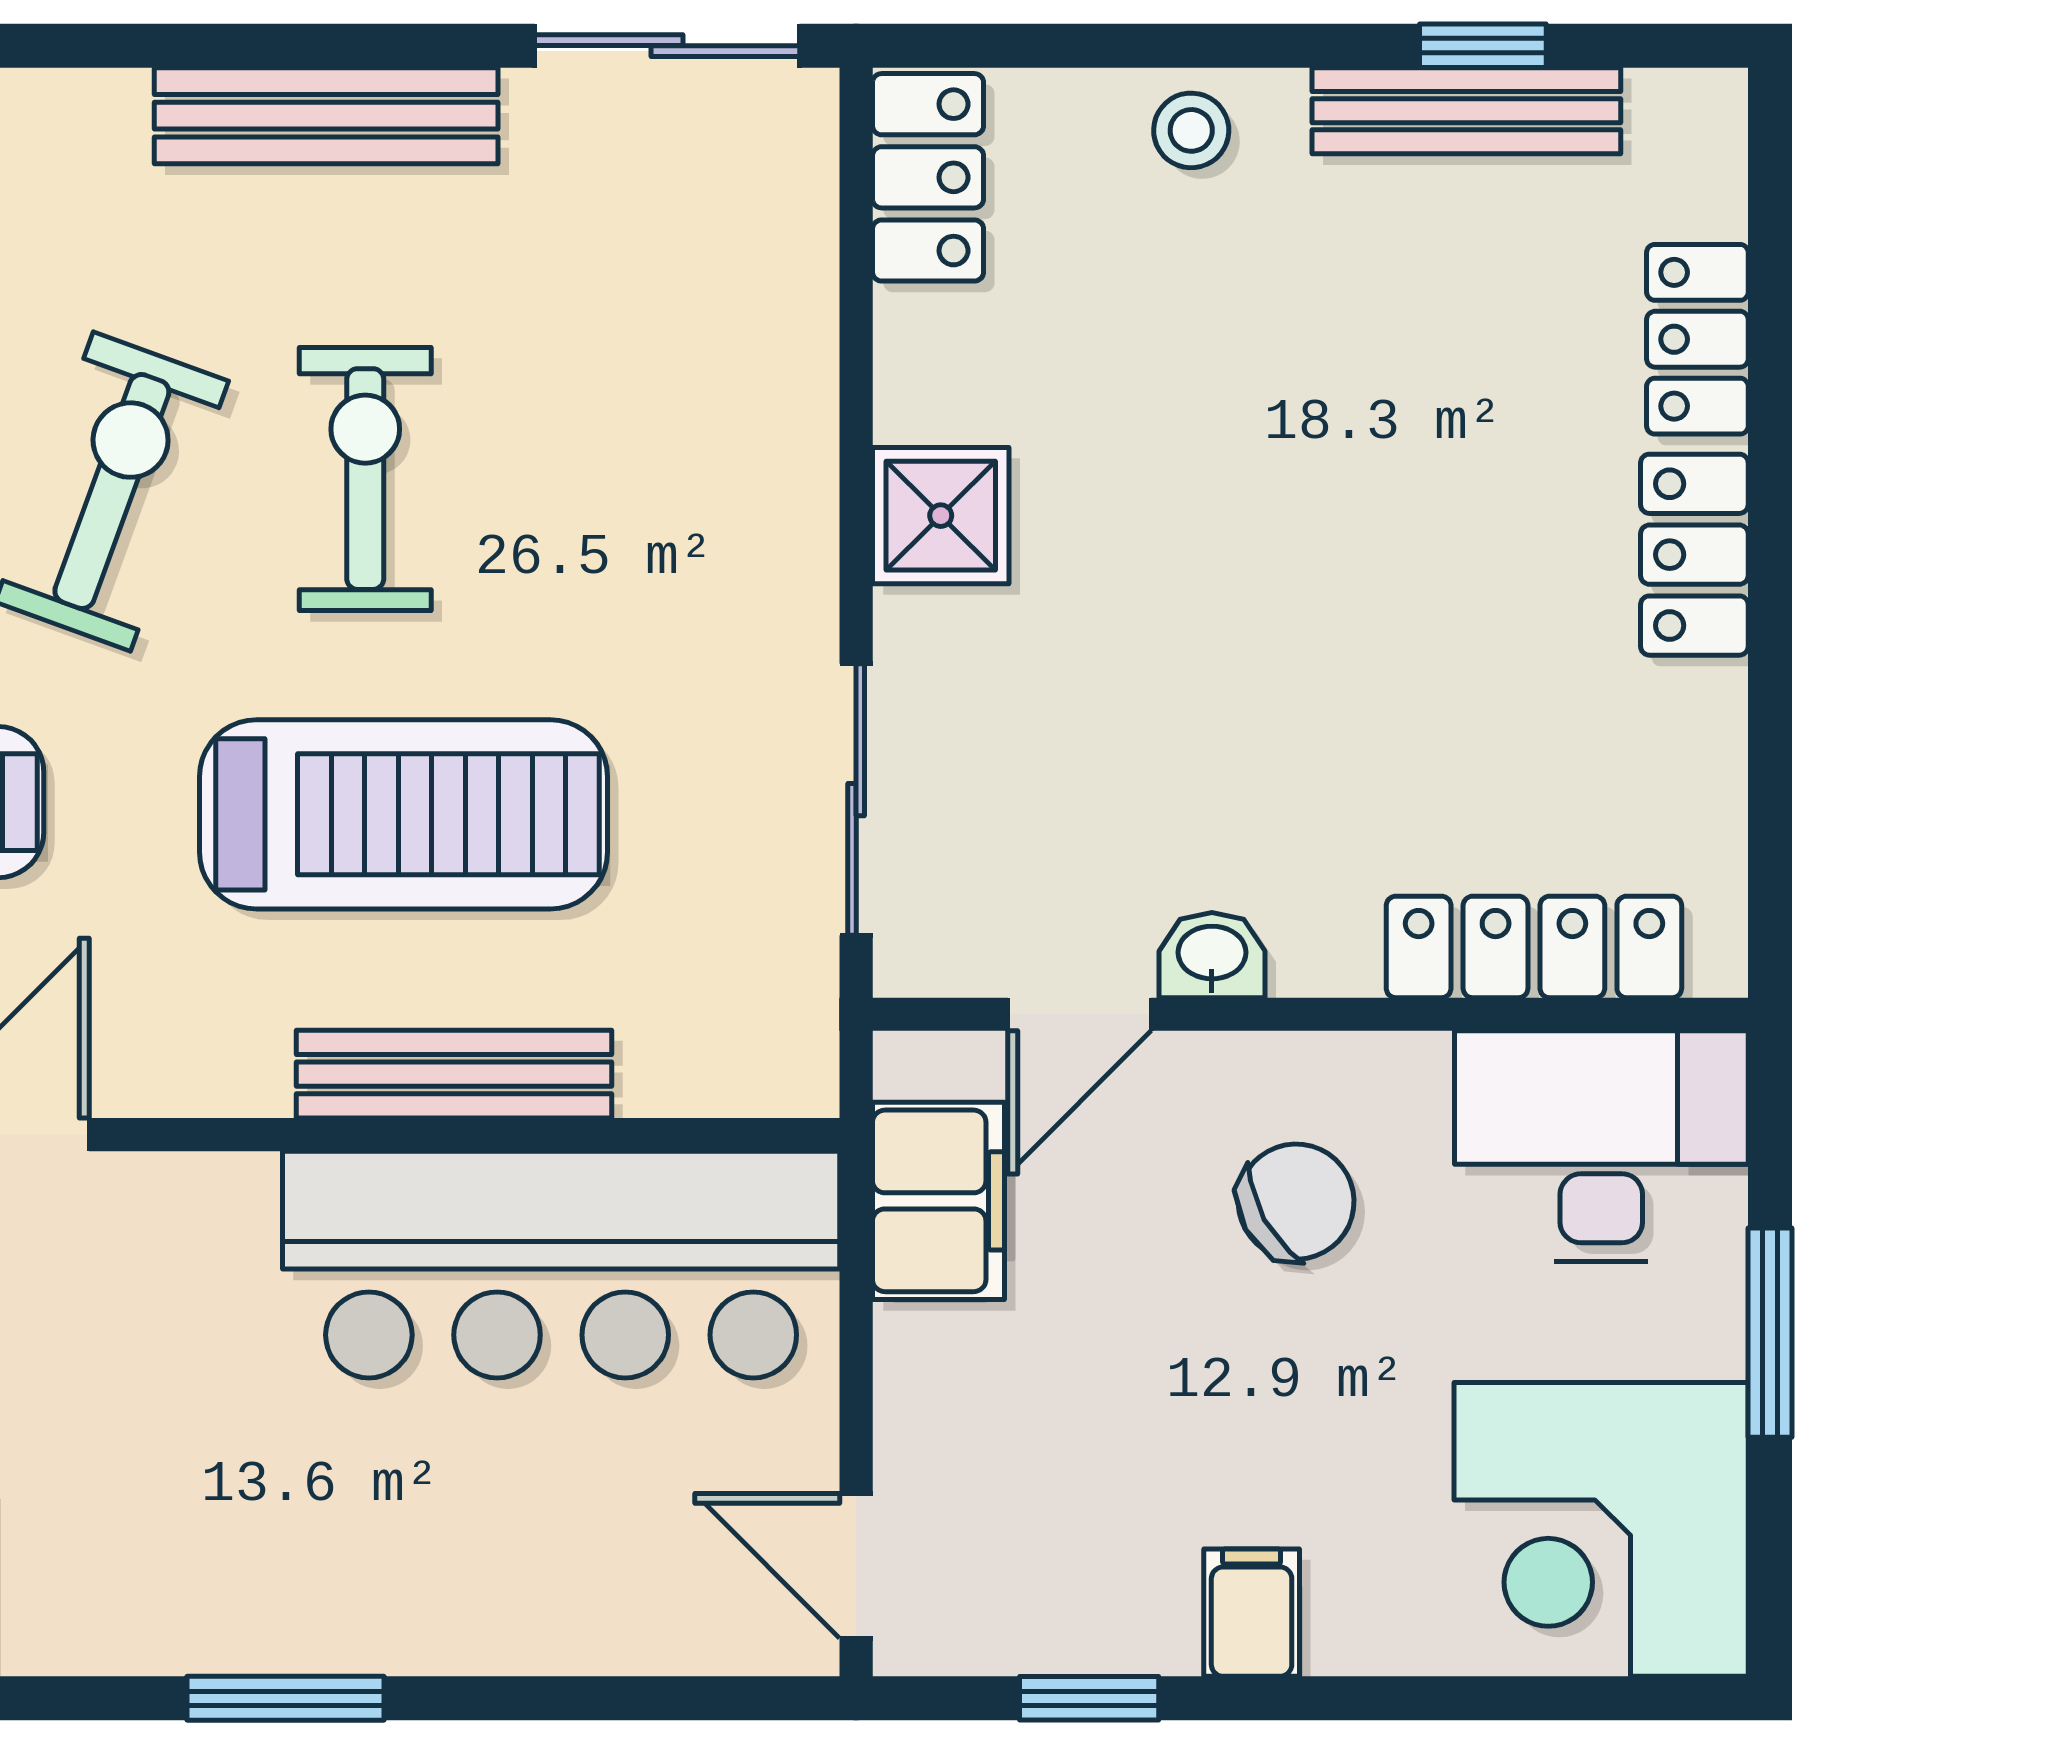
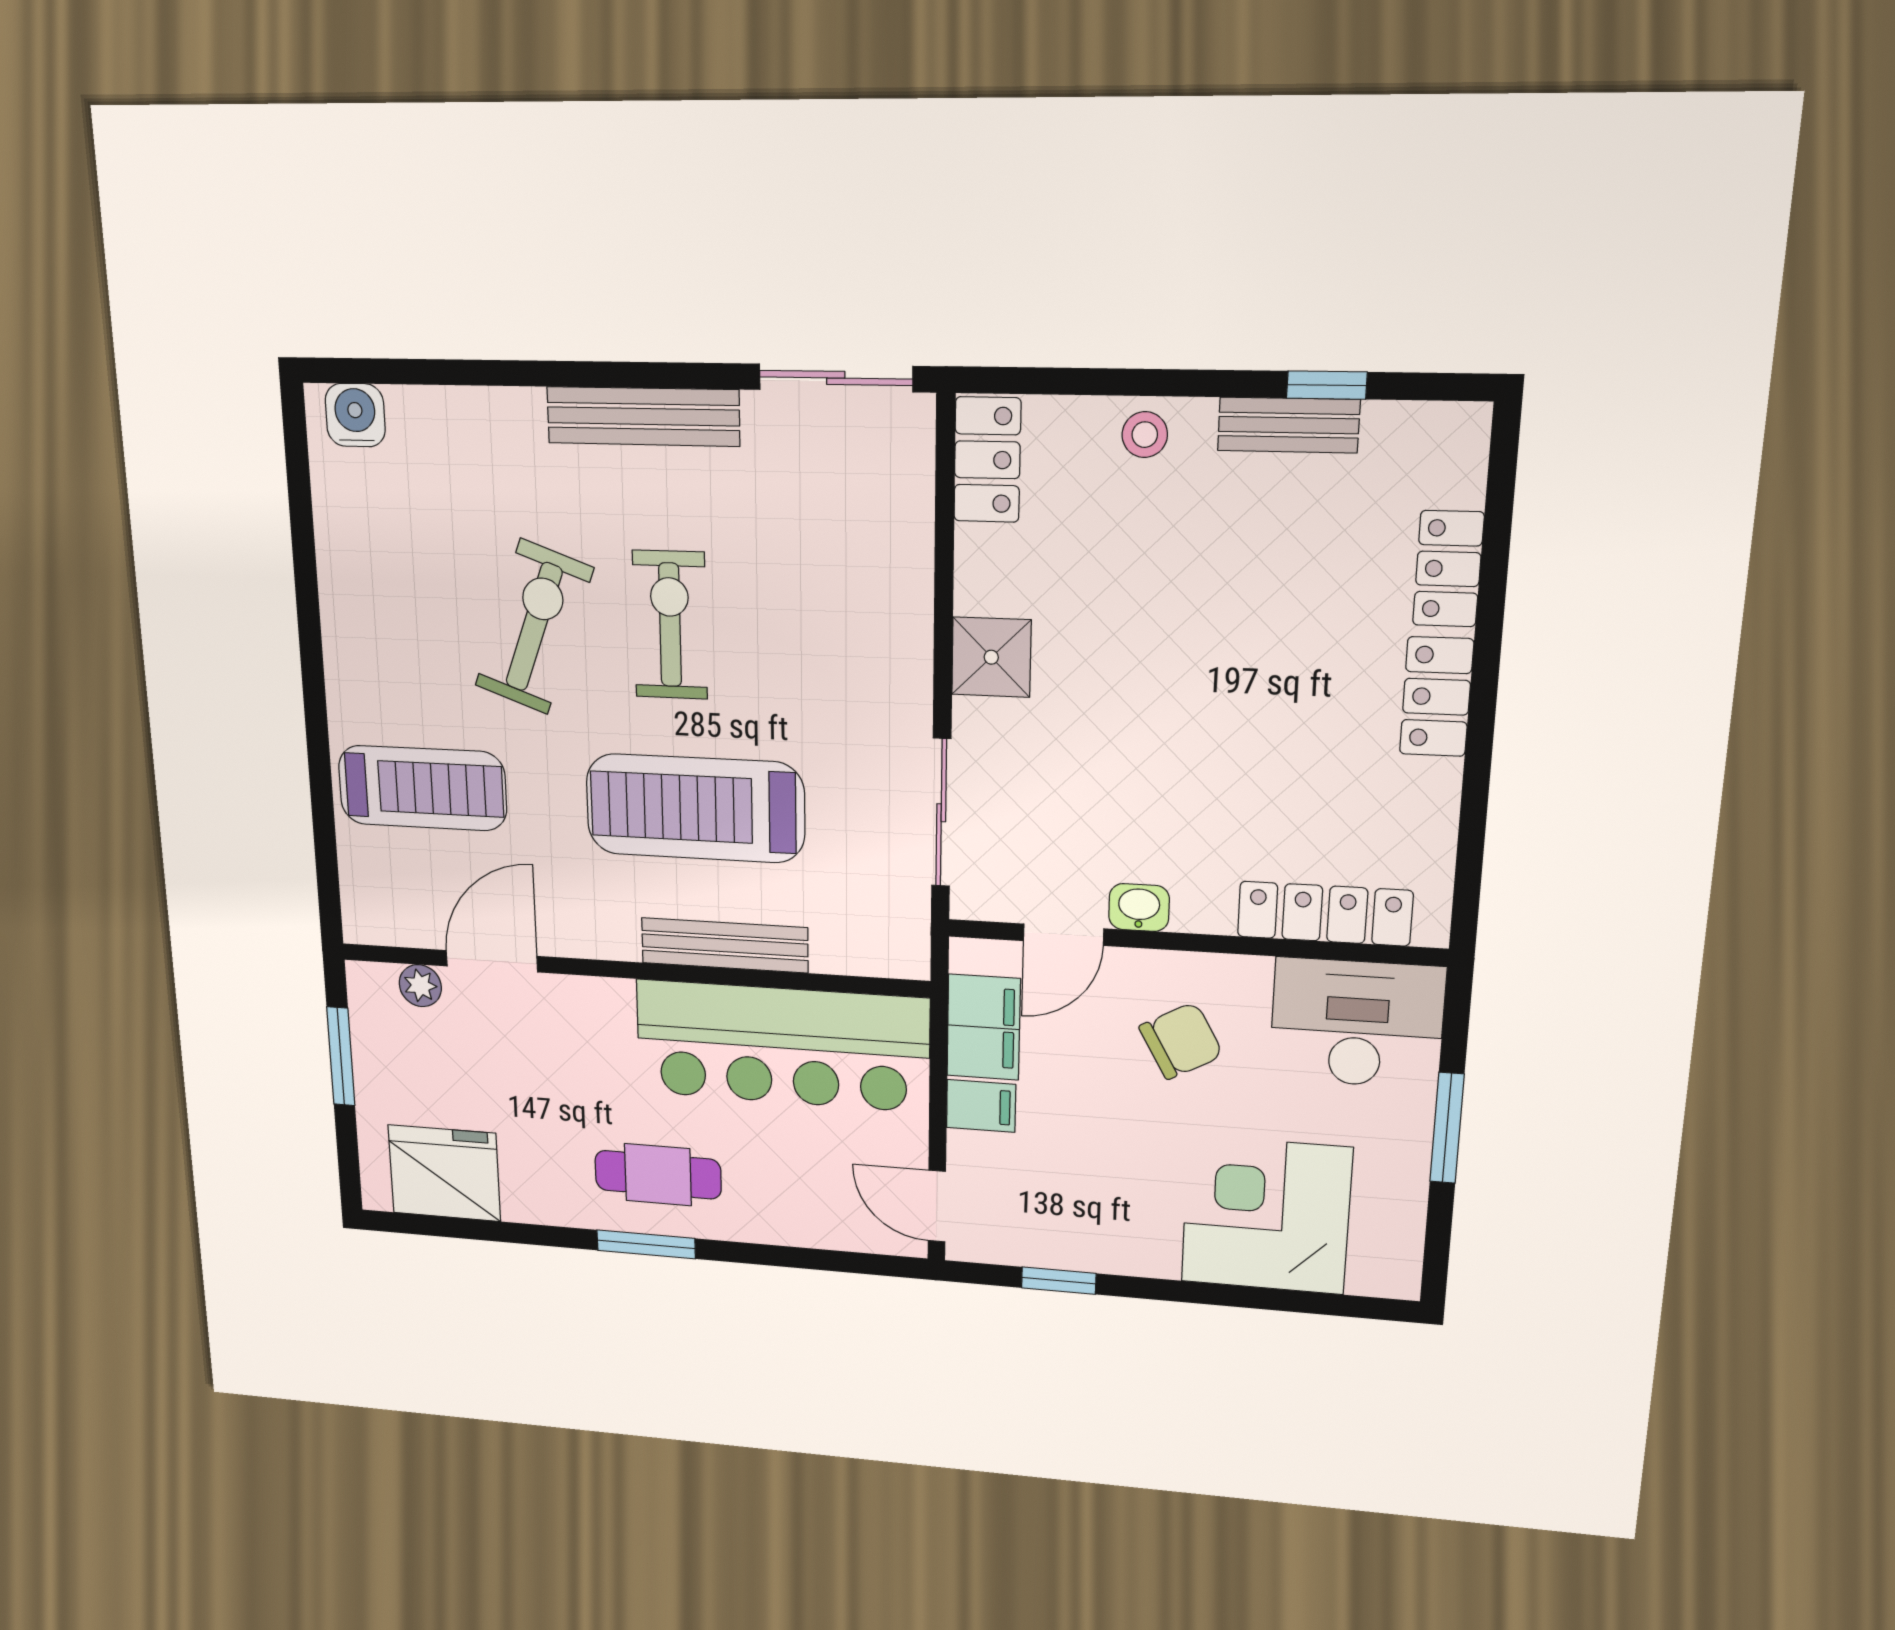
bench: (1466, 111) -> (1288, 425), width x0.73
treadmill: (404, 814) -> (695, 808), turned 180
corner desk: (1601, 1529) -> (1266, 1215), moved, turned 90
cafe table: (314, 1548) -> (658, 1175), added
filing cabinet: (1252, 1613) -> (981, 1106), moved, turned 90

